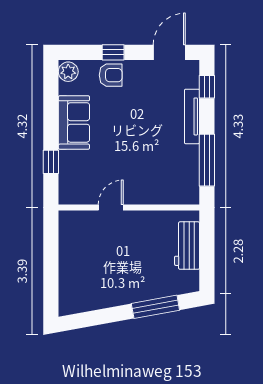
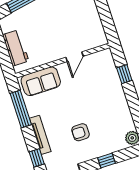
armchair: (111, 75) -> (80, 132), moved
sofa: (74, 122) -> (41, 81), moved, turned -90

